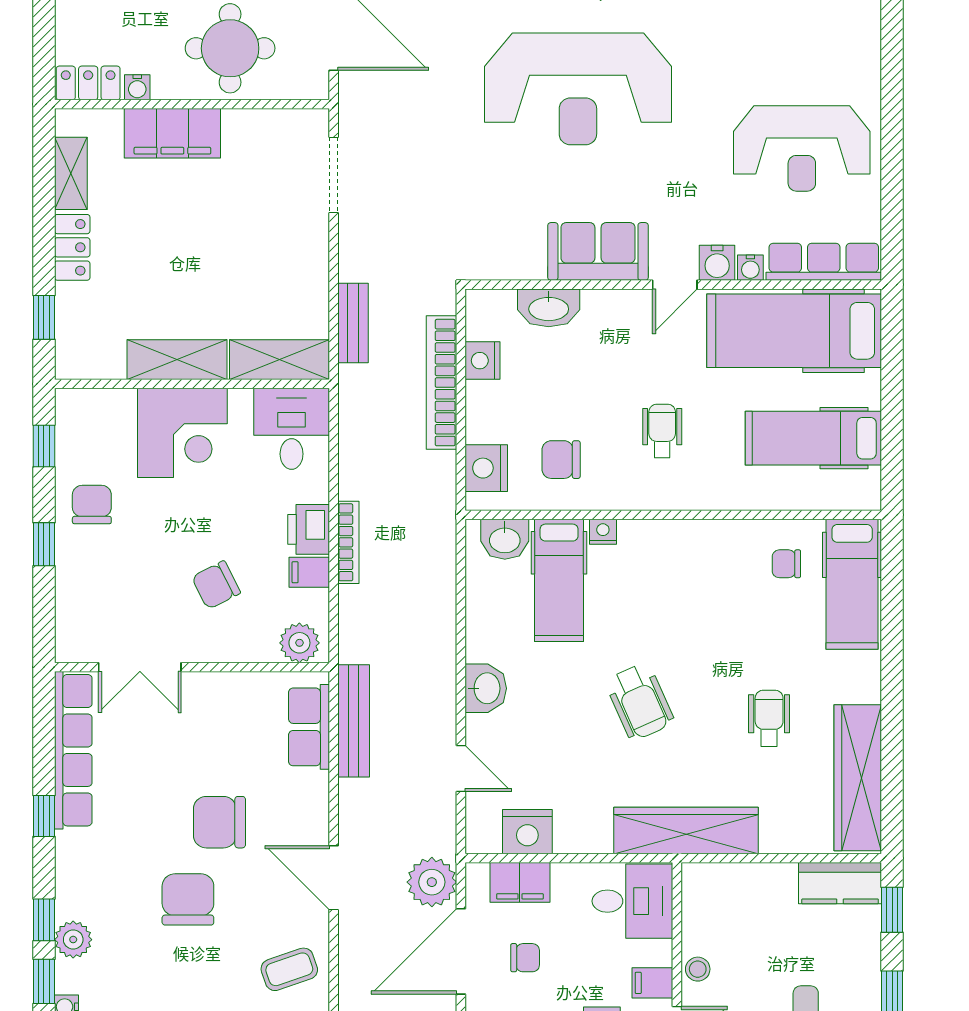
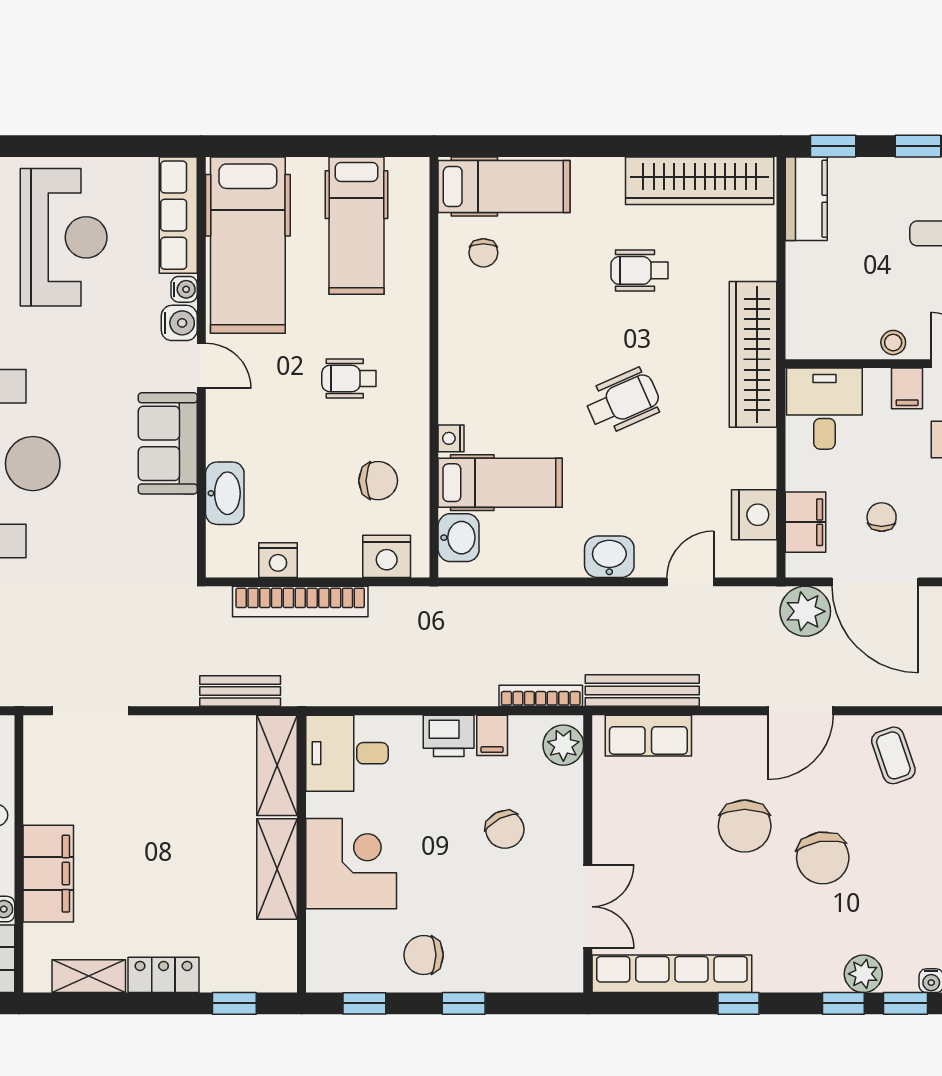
chair: (561, 460) -> (378, 481), turned -90
bookcase: (348, 542) -> (541, 696), moved
chair: (188, 899) -> (823, 858), turned -99

